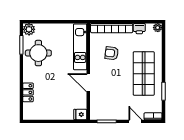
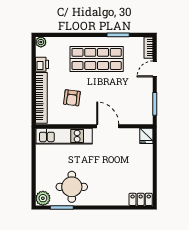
door: (88, 83) -> (108, 126), swing flipped
locker: (28, 92) -> (141, 199), moved

